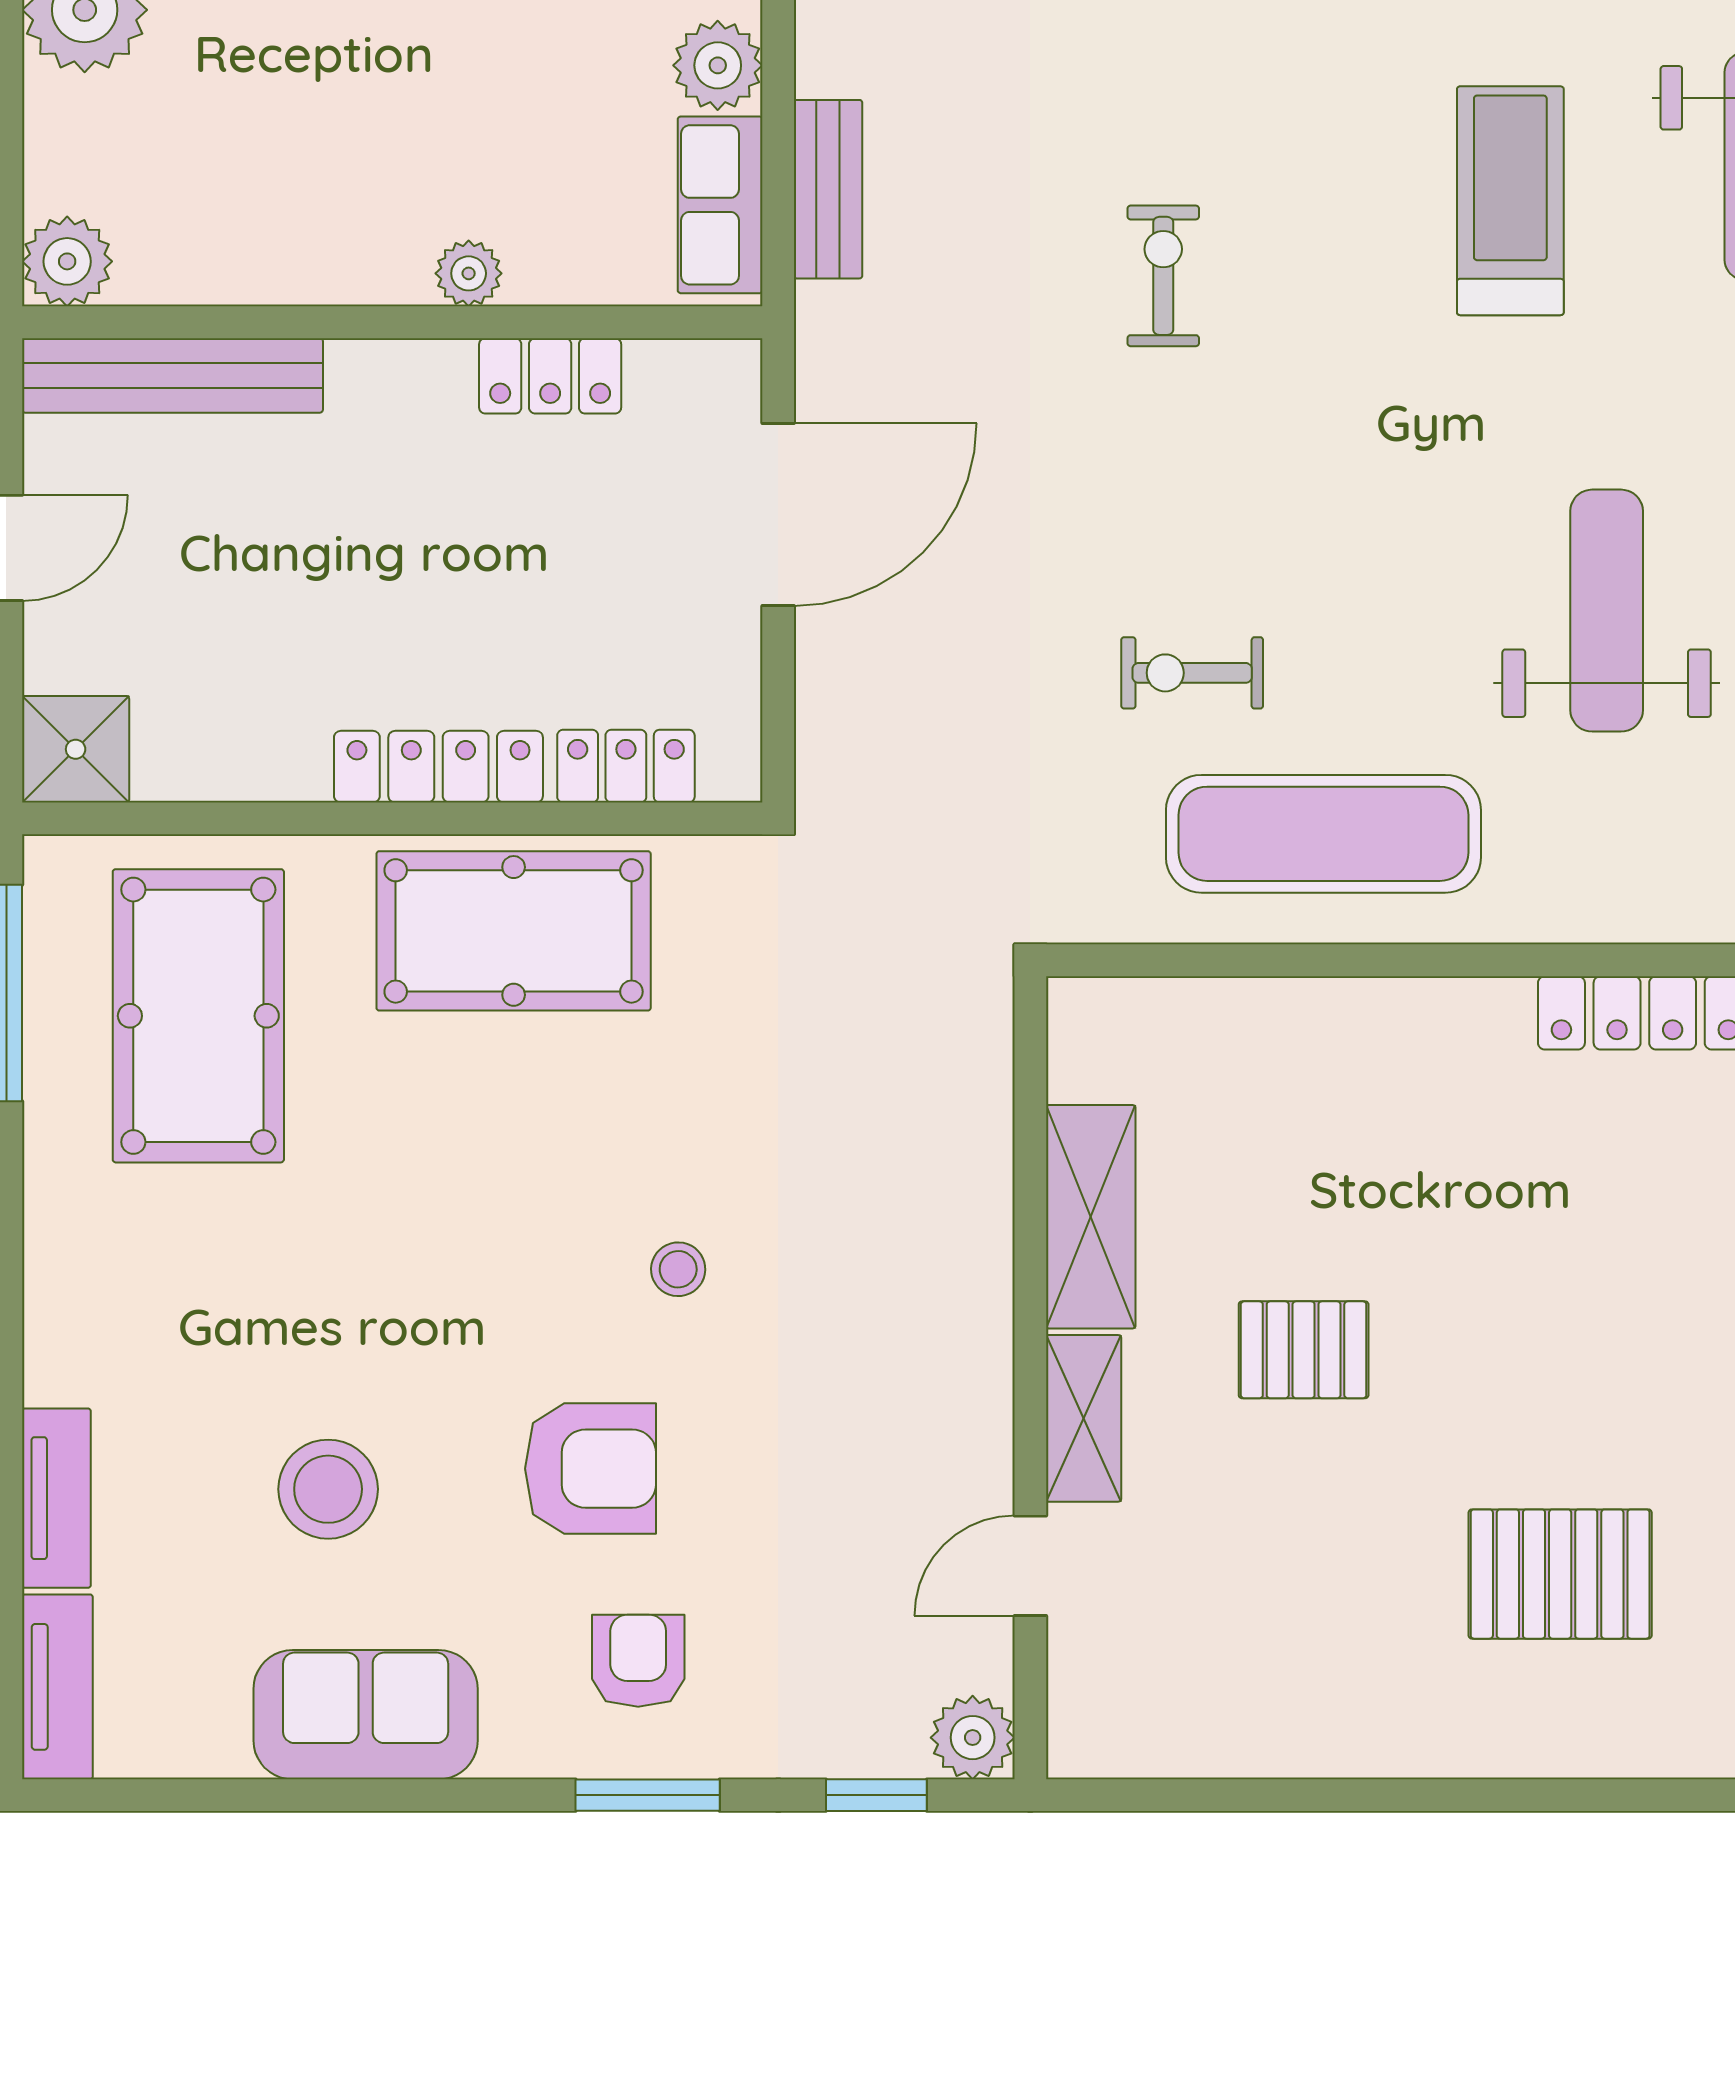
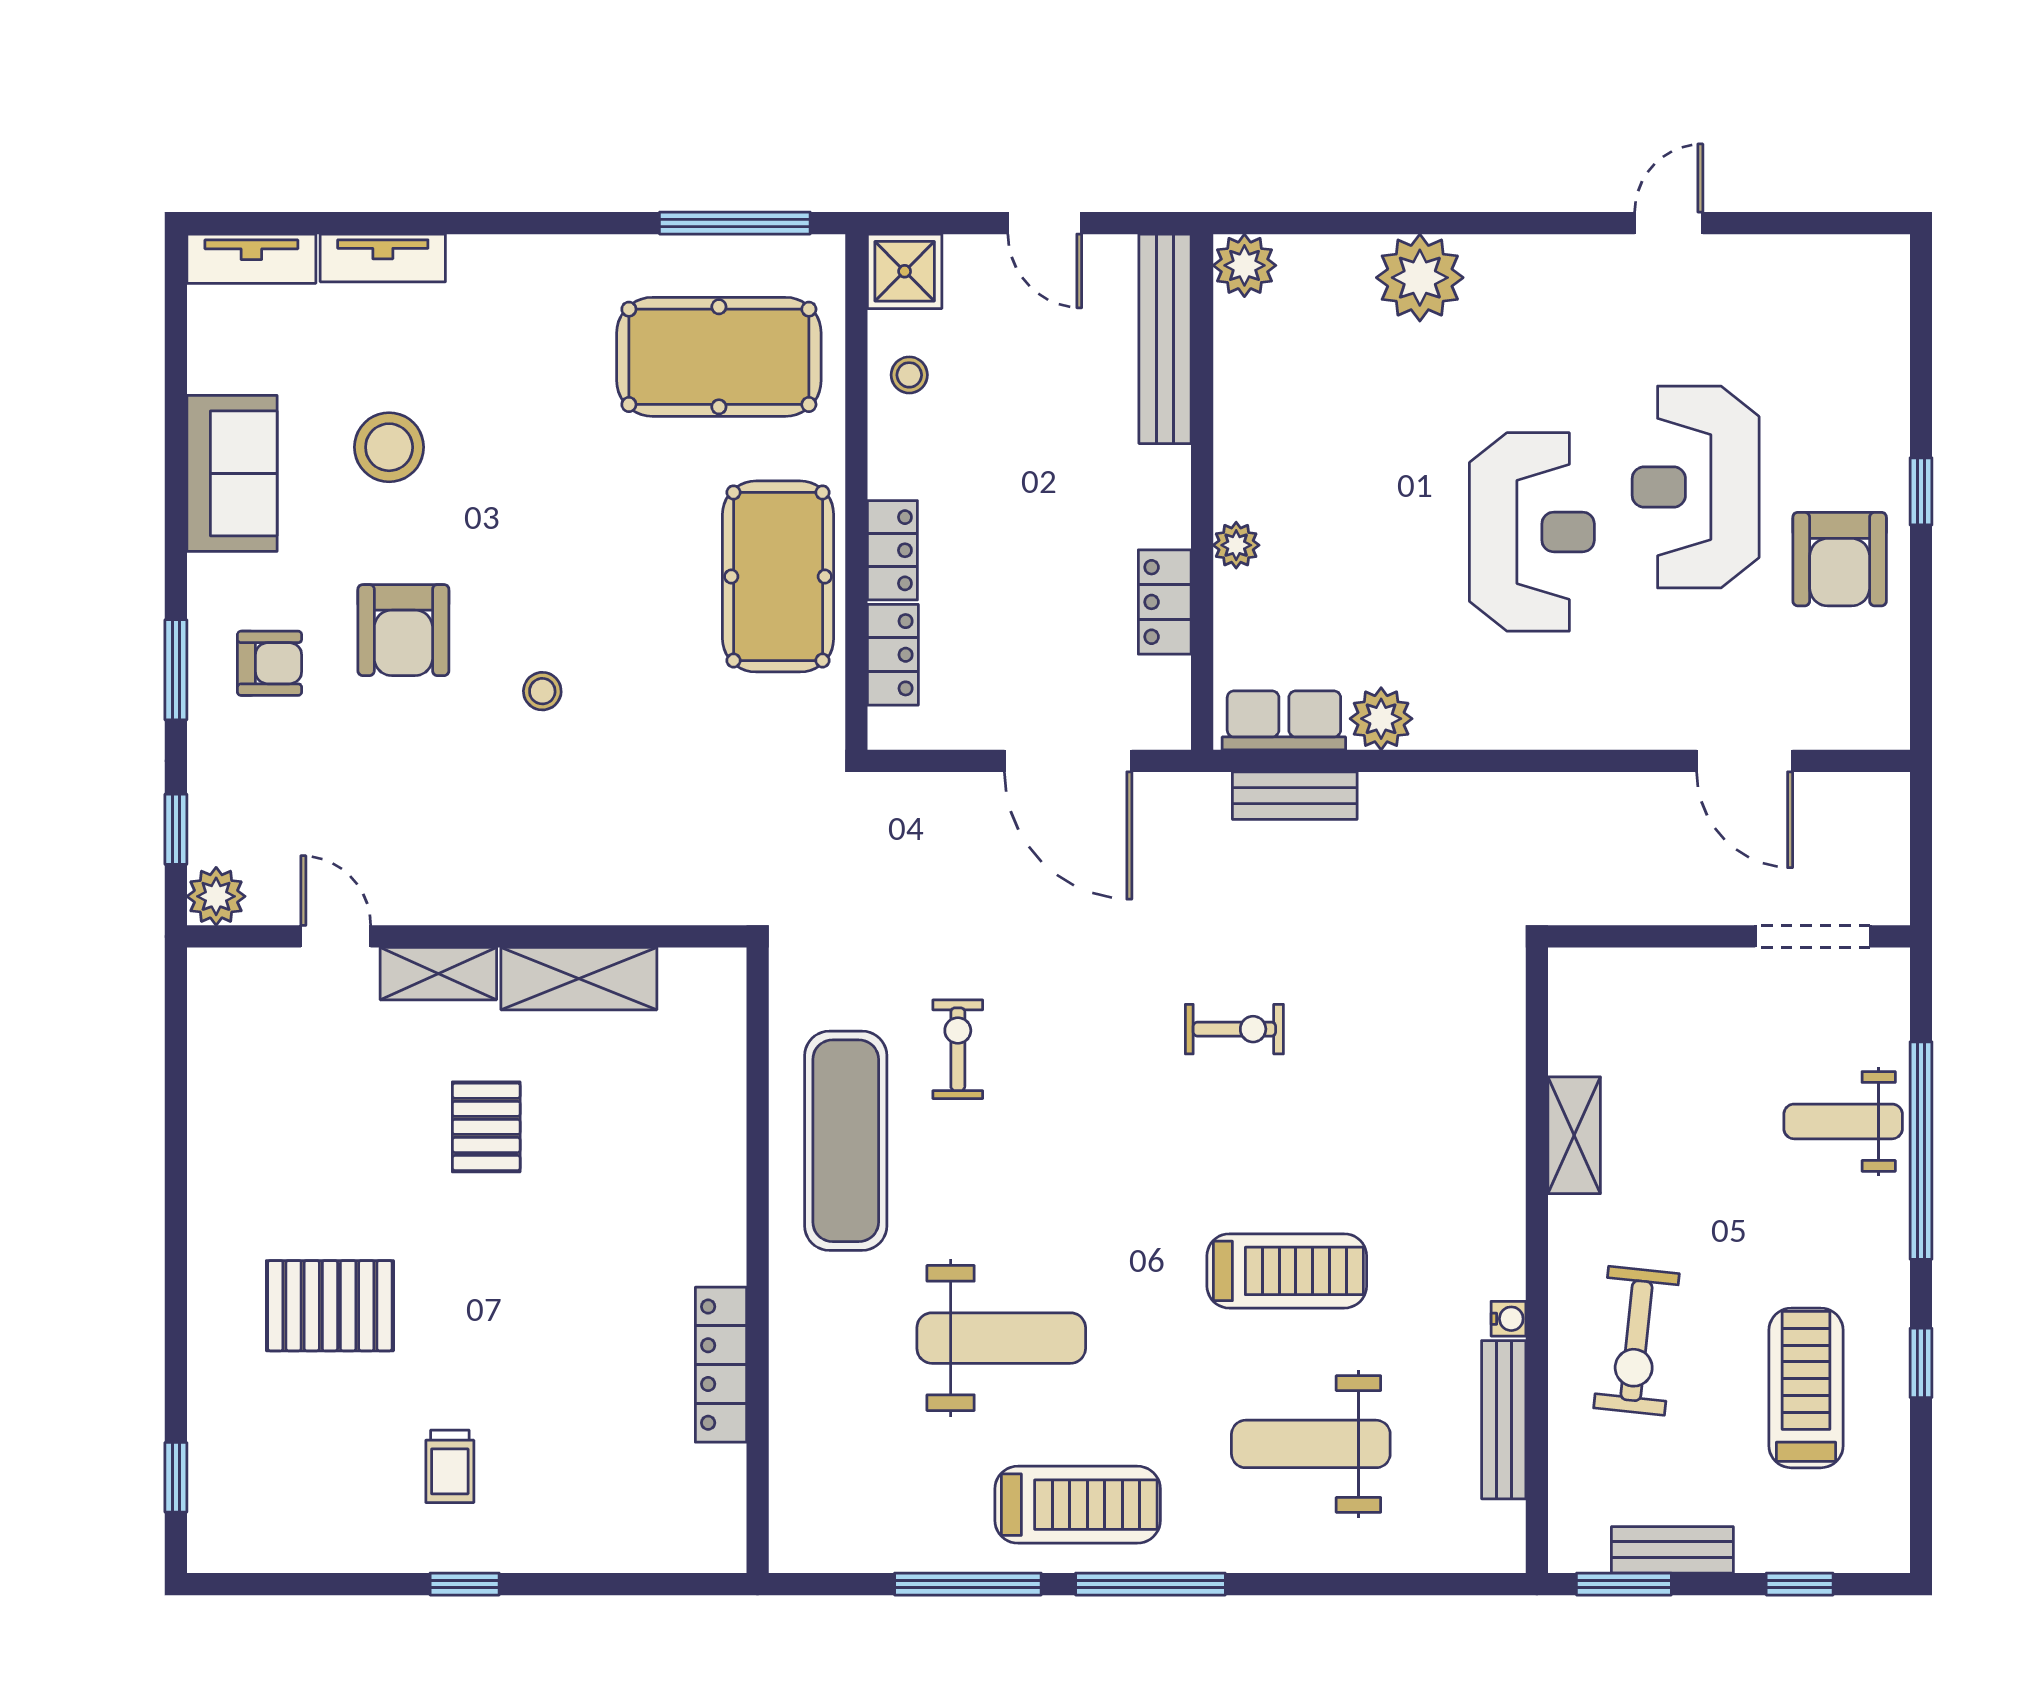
stool: (224, 743) -> (909, 375), added
locker: (438, 767) -> (892, 550), width x0.66
pallet: (1560, 1574) -> (330, 1306), turned 90

